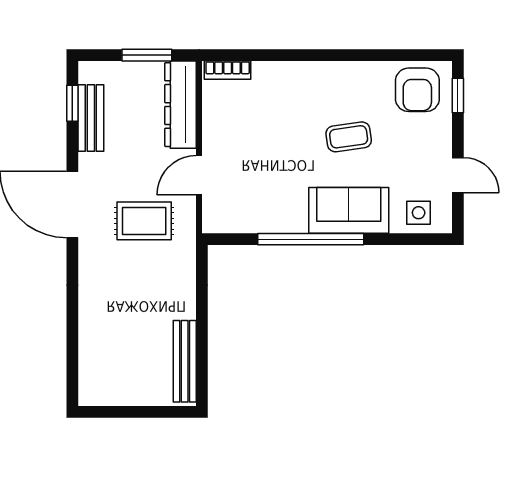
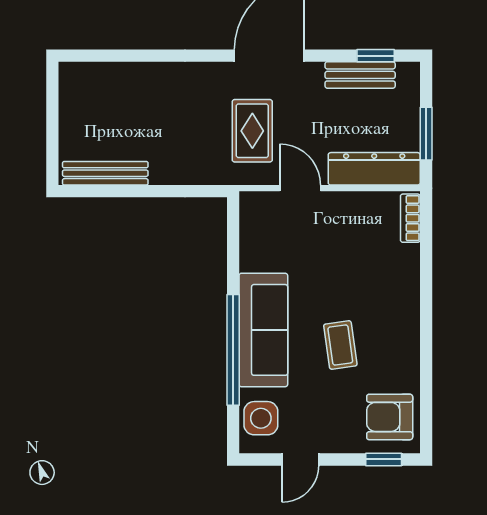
sofa: (349, 210) -> (263, 330), width x1.36
side table: (419, 213) -> (261, 418), width x1.37, depth x1.37
window: (311, 239) -> (233, 350), moved

